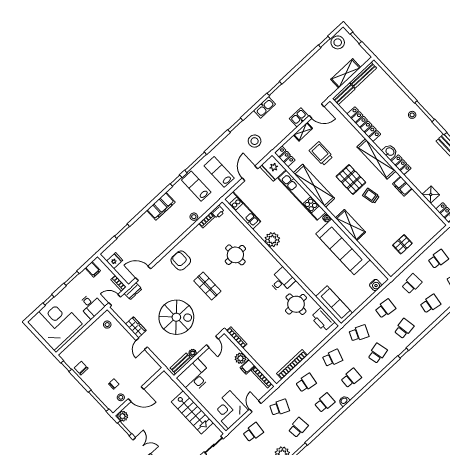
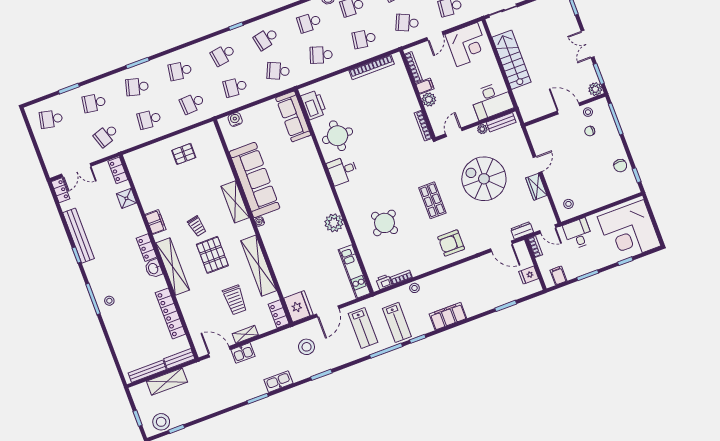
kitchen unit: (302, 195) -> (278, 260), removed
round table: (235, 255) -> (384, 223), turned -32
armchair: (181, 261) -> (451, 243), turned 90

